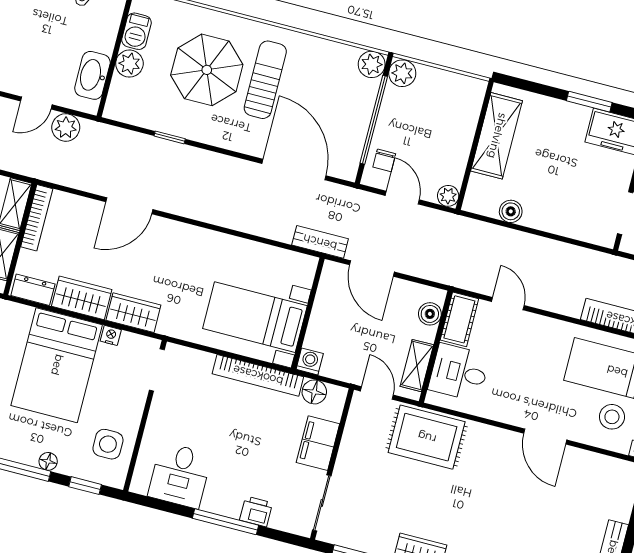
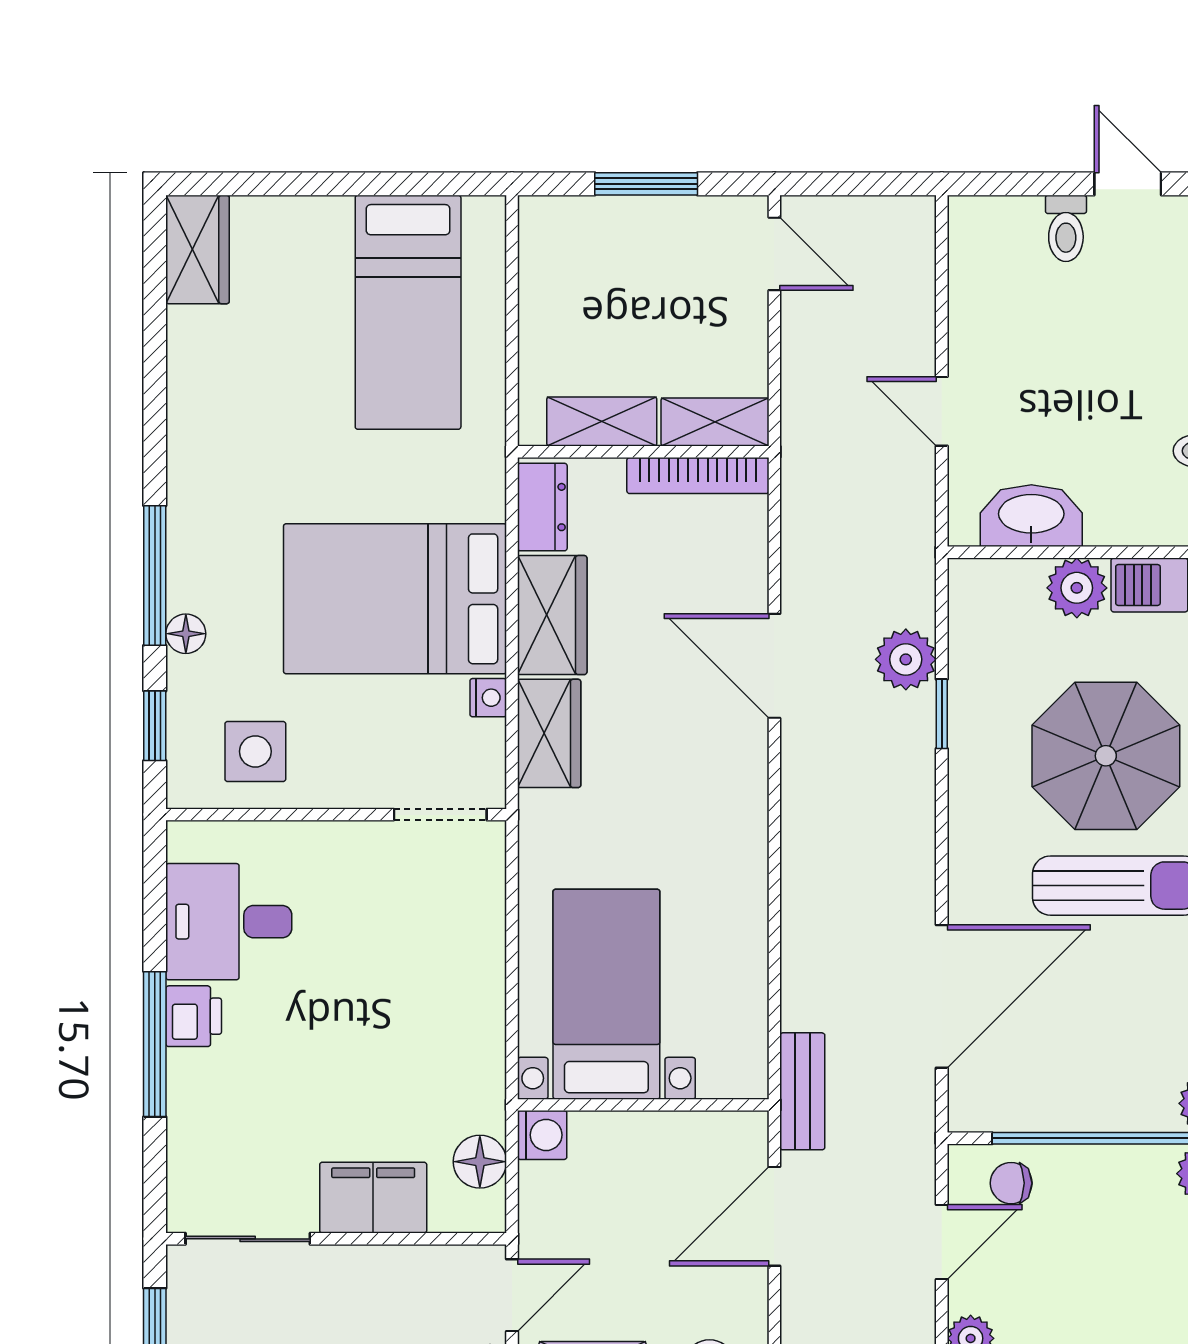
plant: (66, 127) -> (906, 659), moved
bookcase: (258, 375) -> (484, 1032), removed
printer: (256, 511) -> (194, 1016), moved

